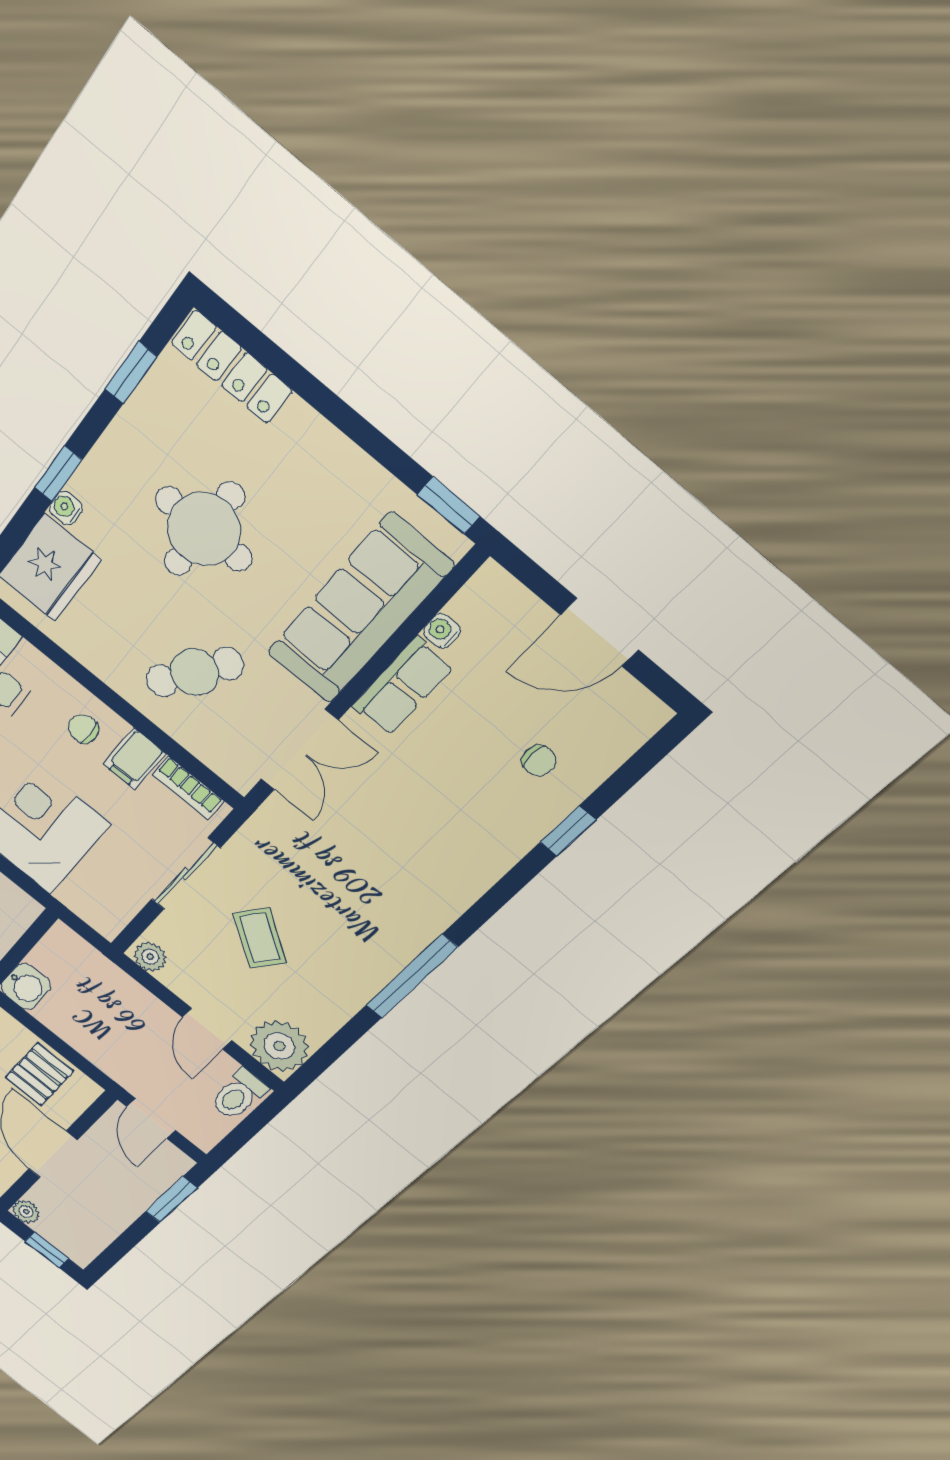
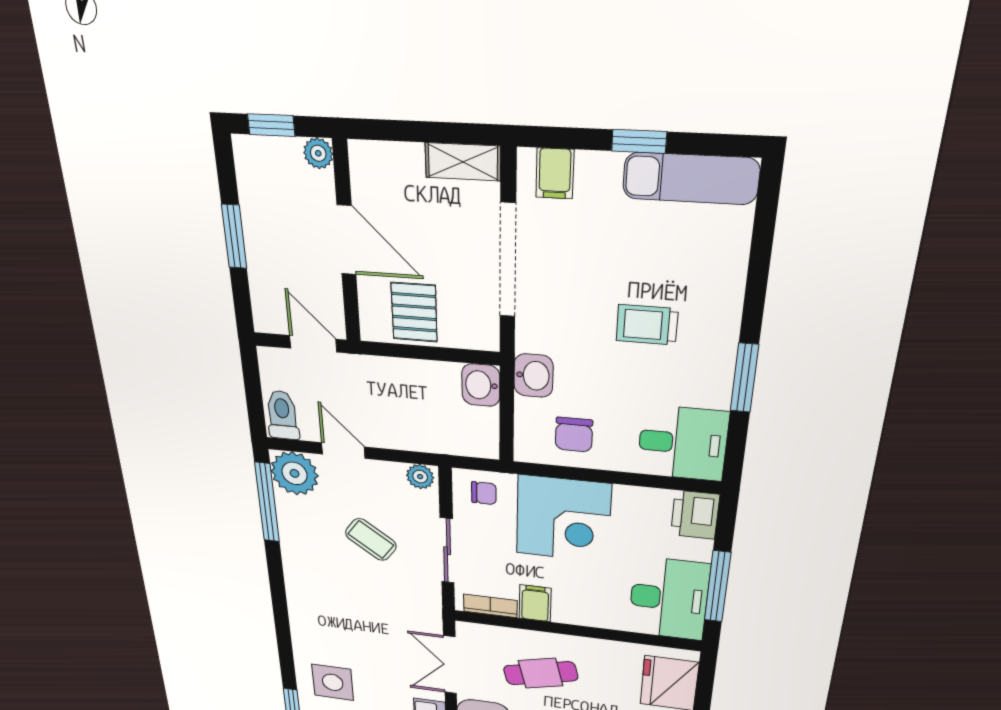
cafe table: (195, 672) -> (541, 673), turned 43
chair: (83, 729) -> (484, 493), moved
side table: (478, 822) -> (333, 682), added
window: (412, 976) -> (267, 502), moved
window: (171, 1200) -> (234, 237), moved

